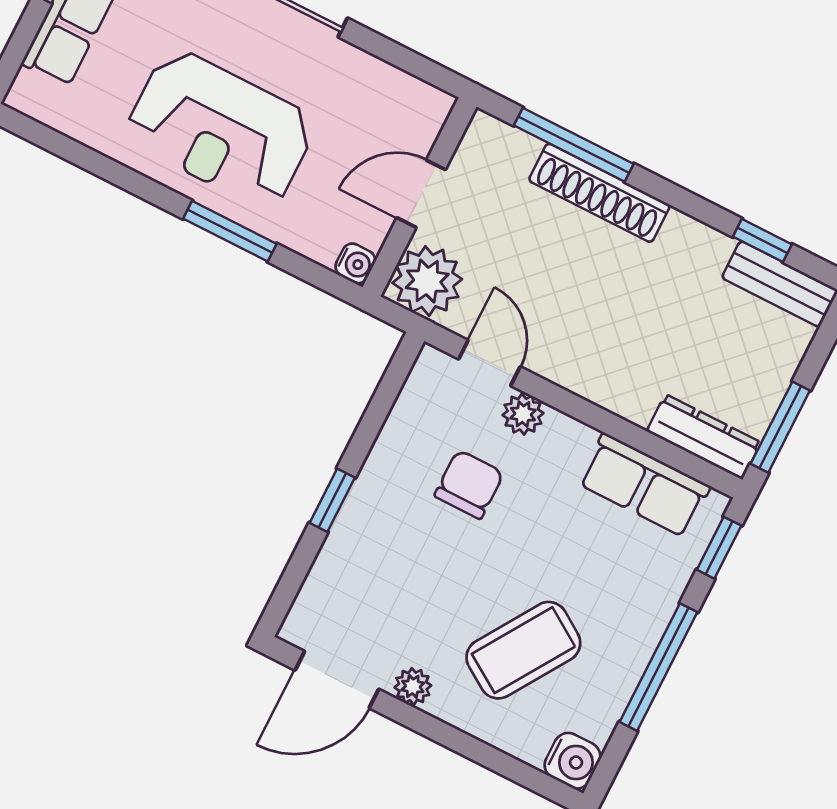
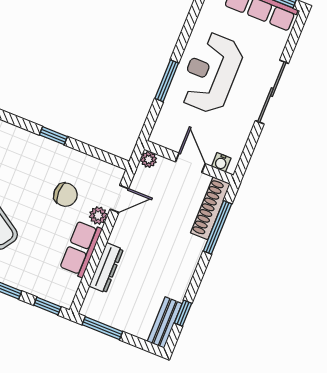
shoe rack: (599, 193) -> (210, 208), moved
water cooler: (355, 263) -> (221, 162), moved
plant: (427, 281) -> (149, 159), width x0.53, depth x0.53
dresser: (704, 437) -> (106, 268), moved
row of seats: (644, 485) -> (81, 249), moved

